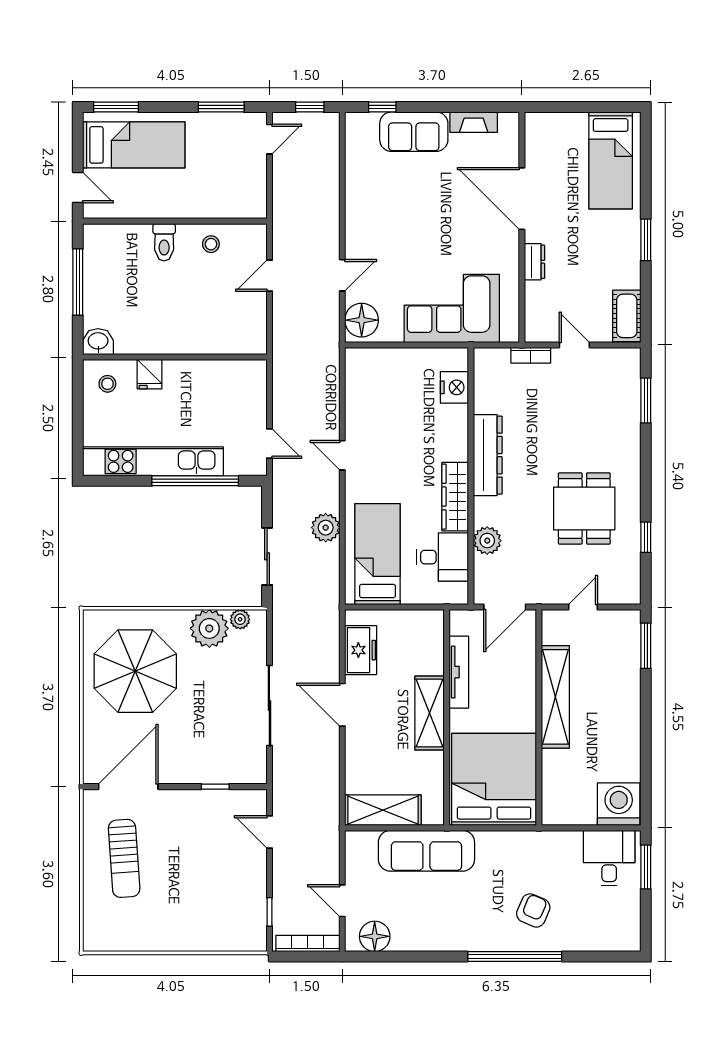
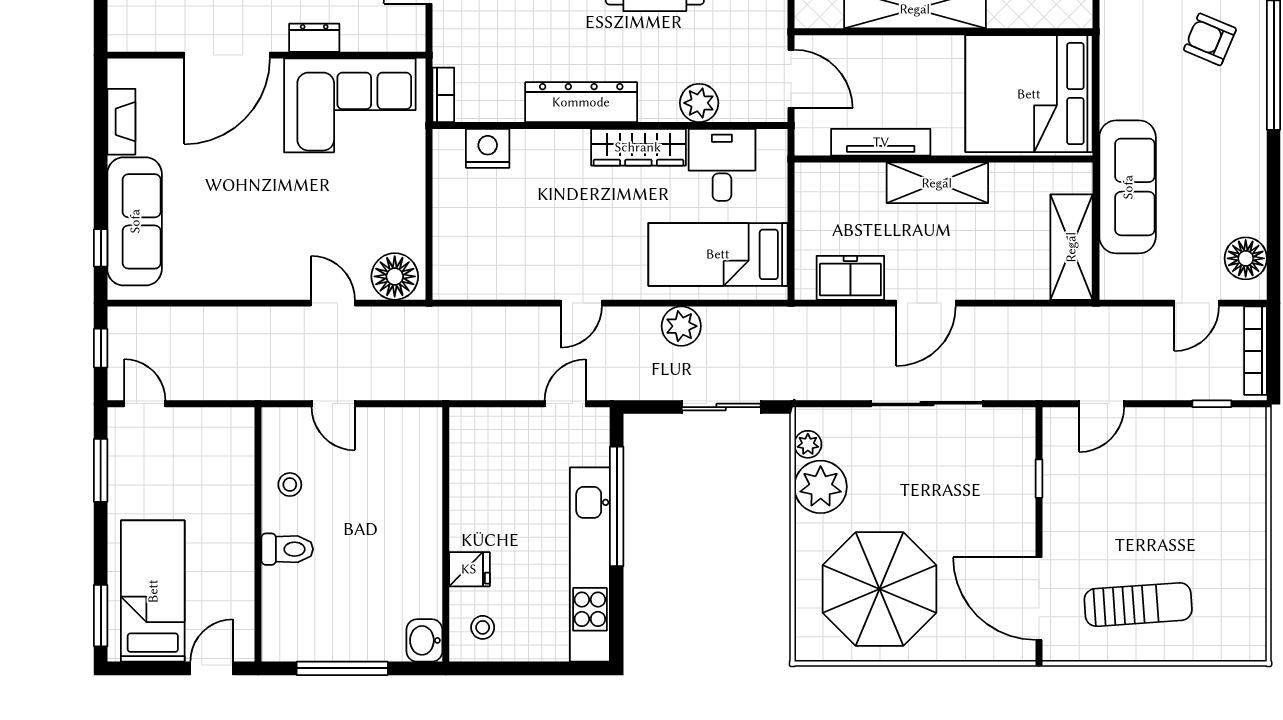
sofa: (414, 132) -> (135, 221), width x1.36
corner sofa: (452, 308) -> (350, 105), moved, turned -90
bookcase: (531, 355) -> (443, 95), moved

